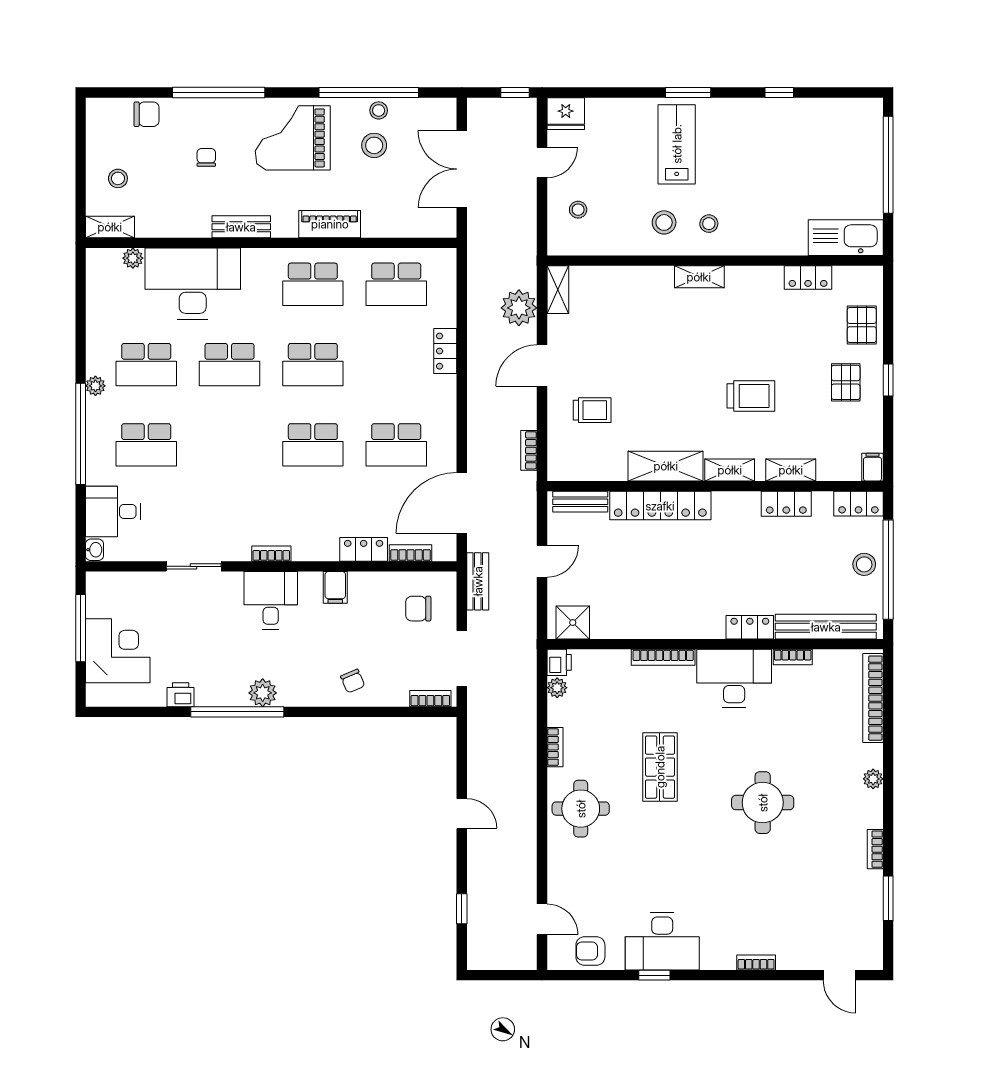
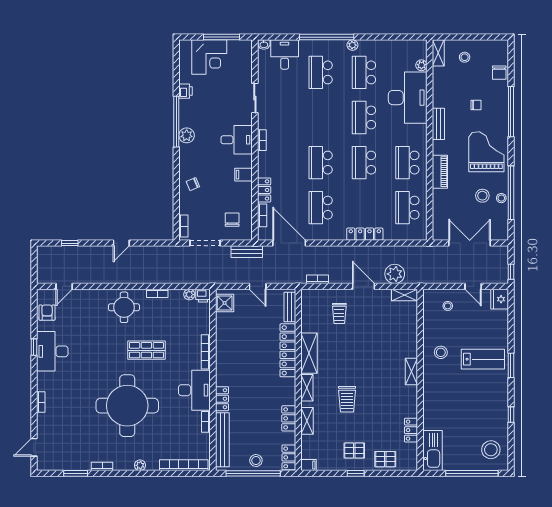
stool: (709, 224) -> (491, 450), moved, width x1.89, depth x1.89
locker: (445, 351) -> (365, 234), width x1.53
round table: (763, 803) -> (127, 406), width x1.86, depth x1.86

